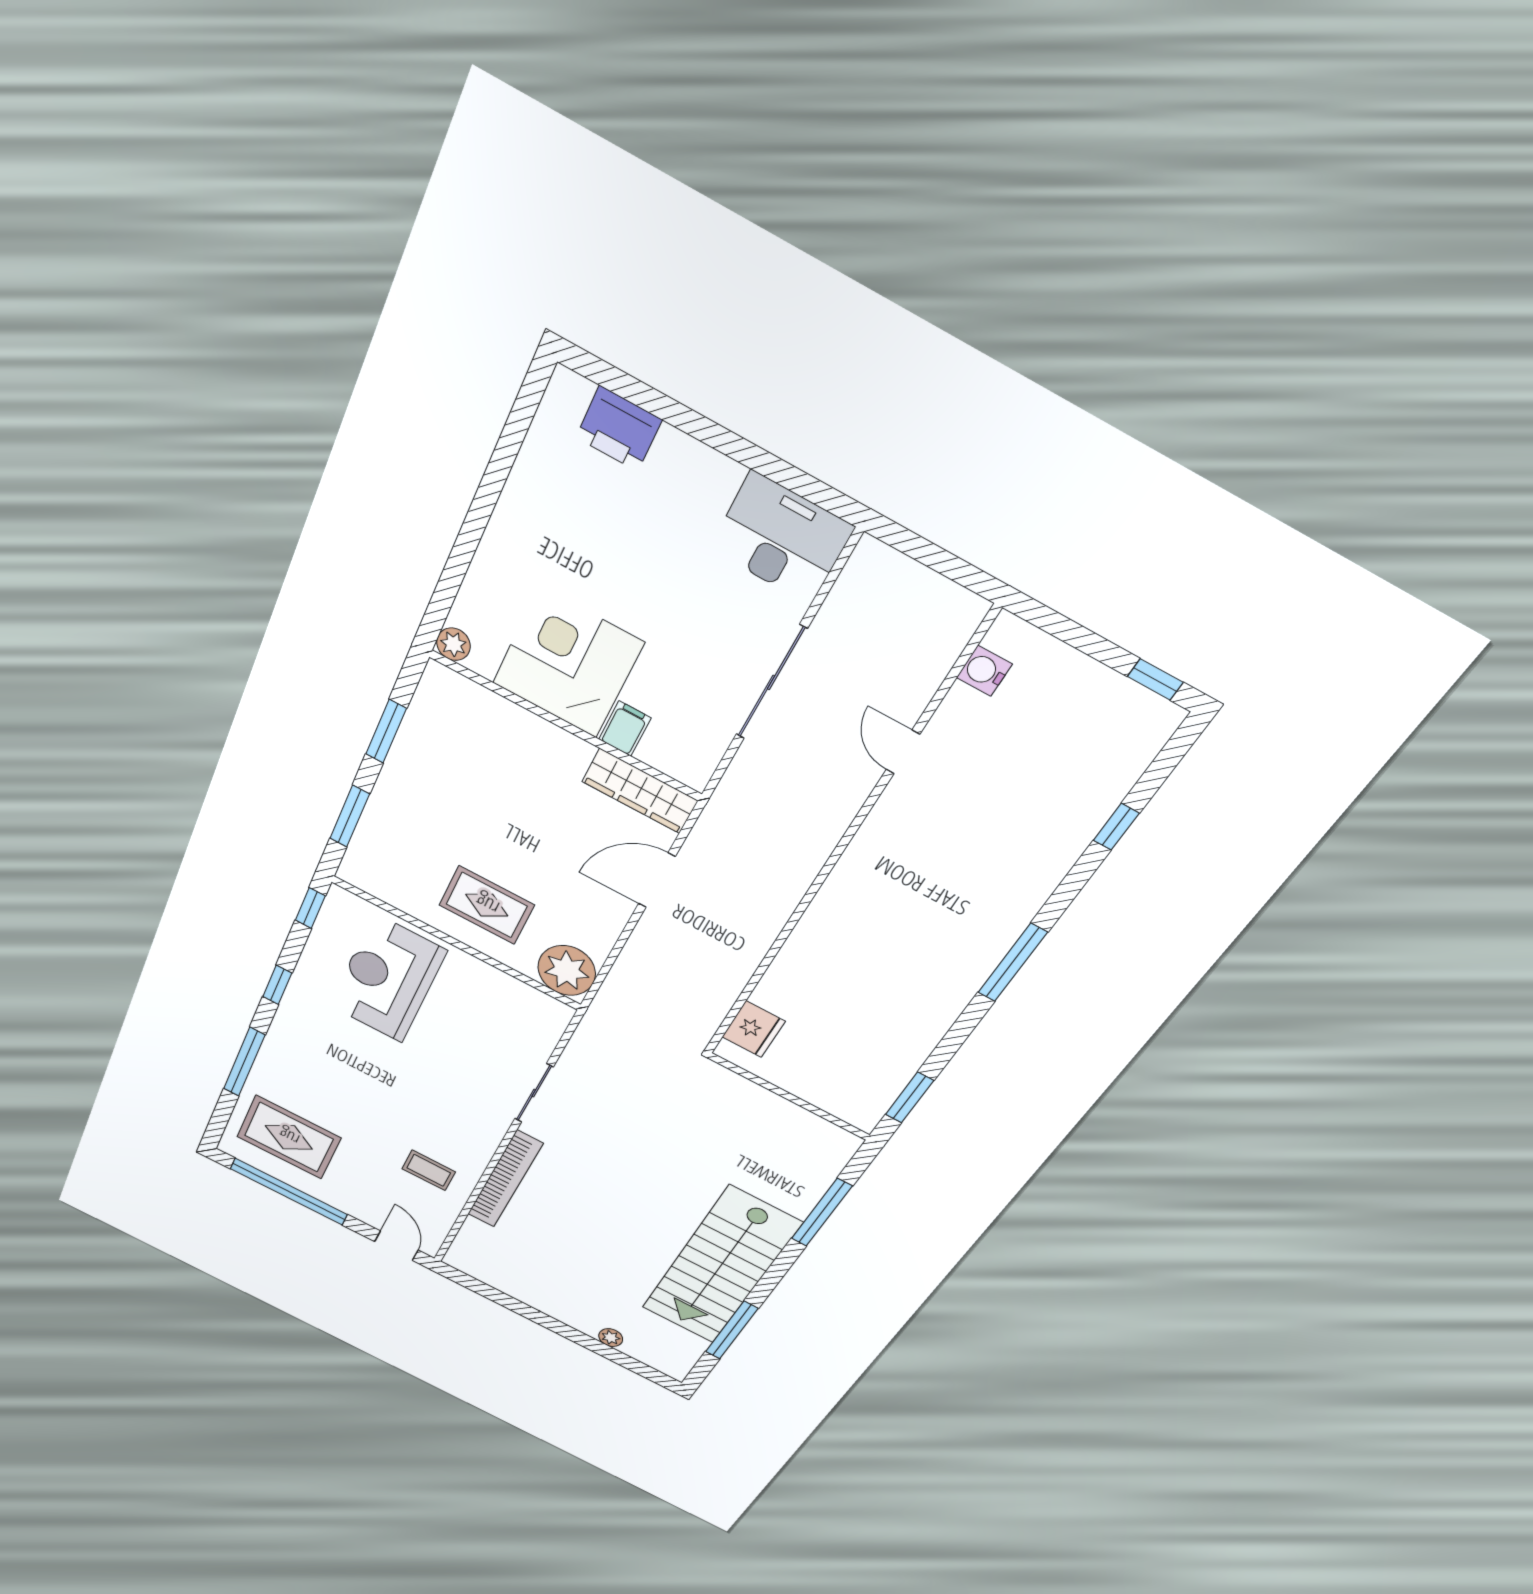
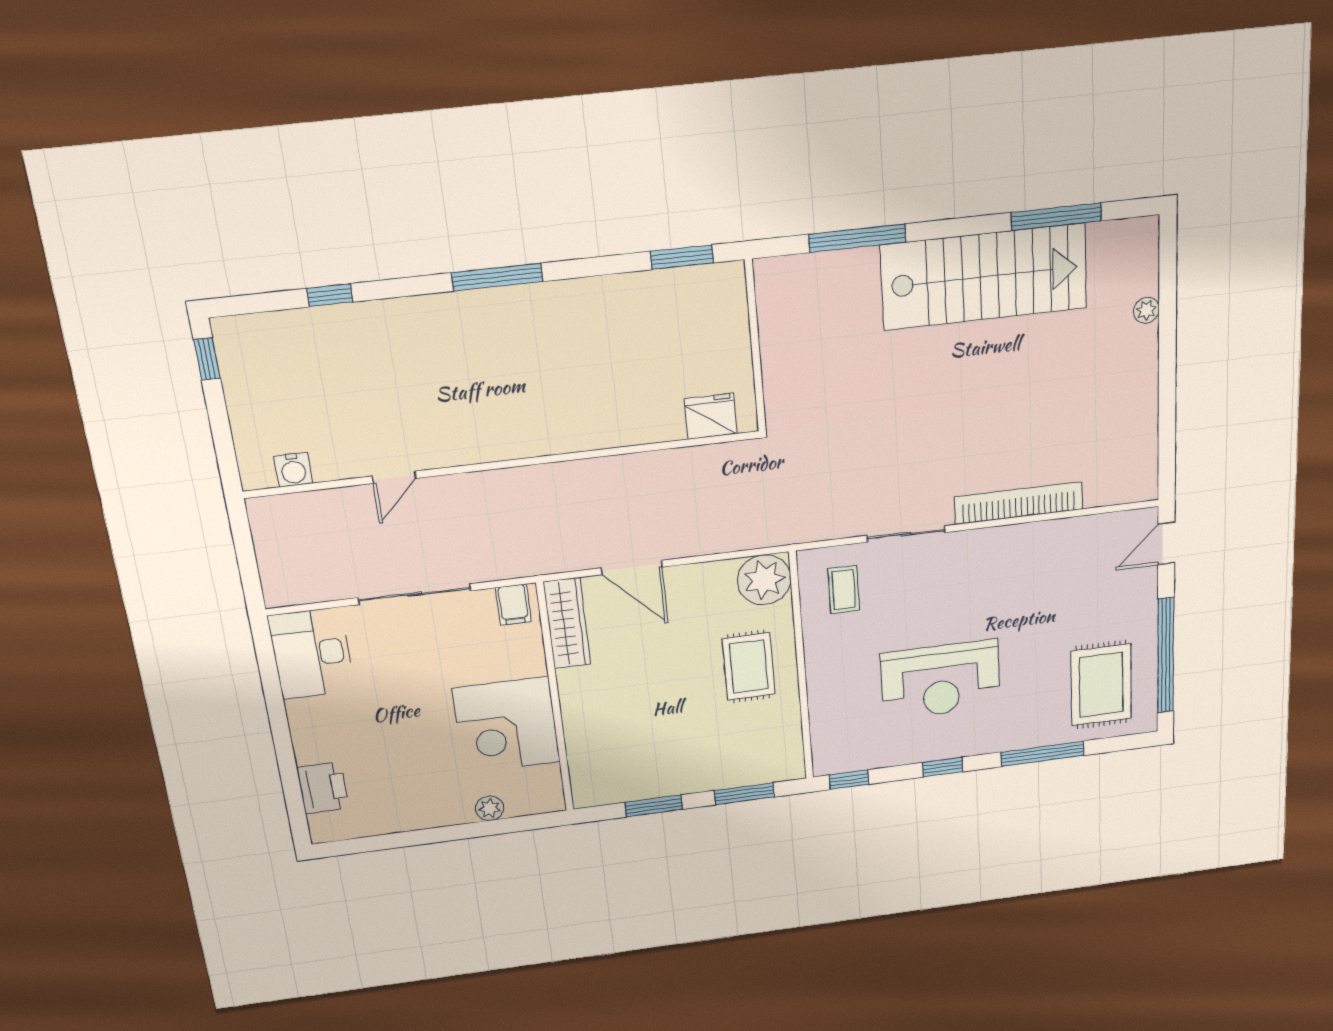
plant: (453, 644) -> (490, 808), moved
filing cabinet: (625, 729) -> (513, 605), moved, turned -90
reception desk: (388, 979) -> (941, 680), moved
coffee table: (429, 1170) -> (844, 590), moved

